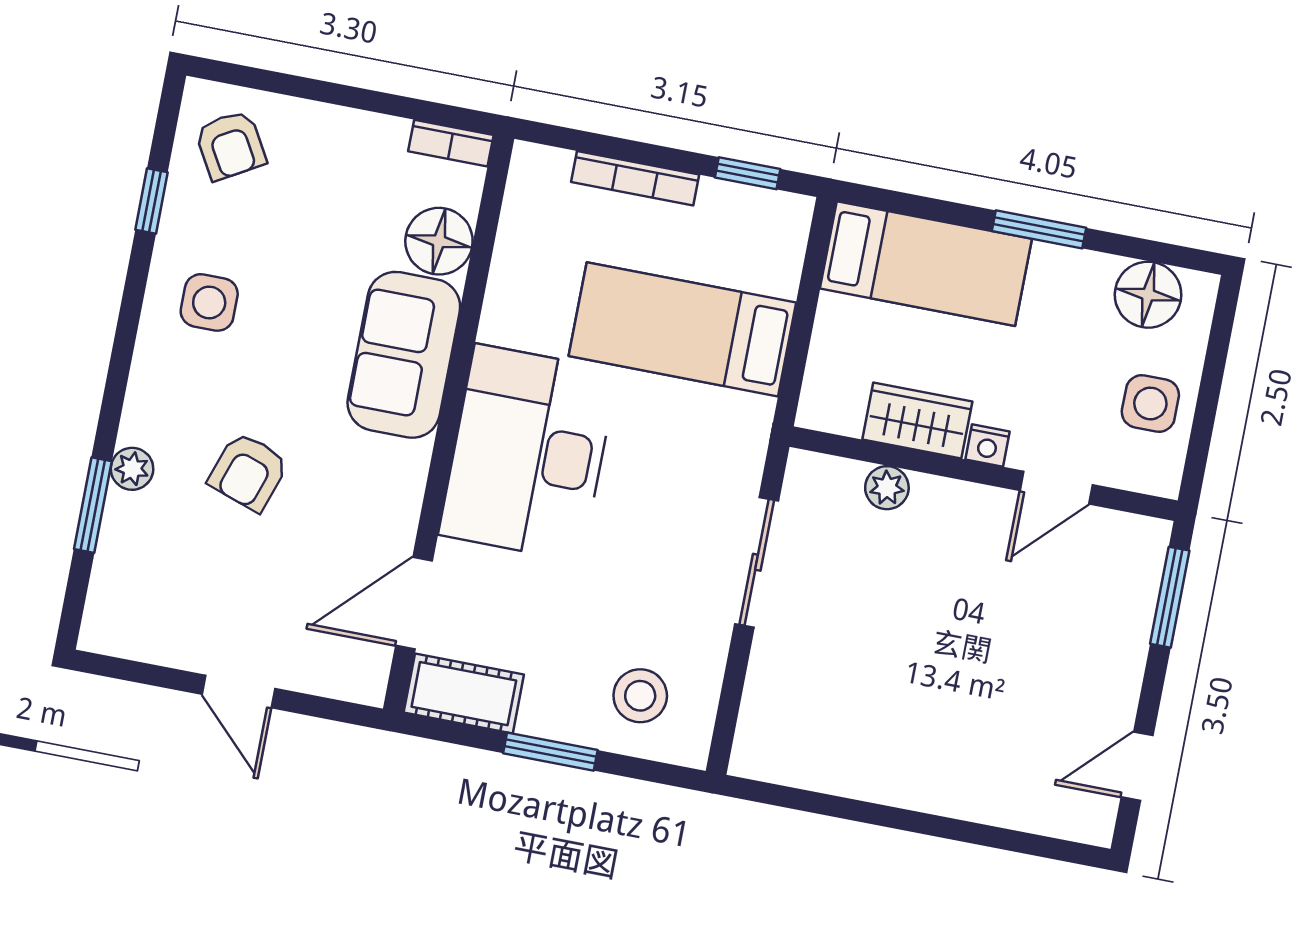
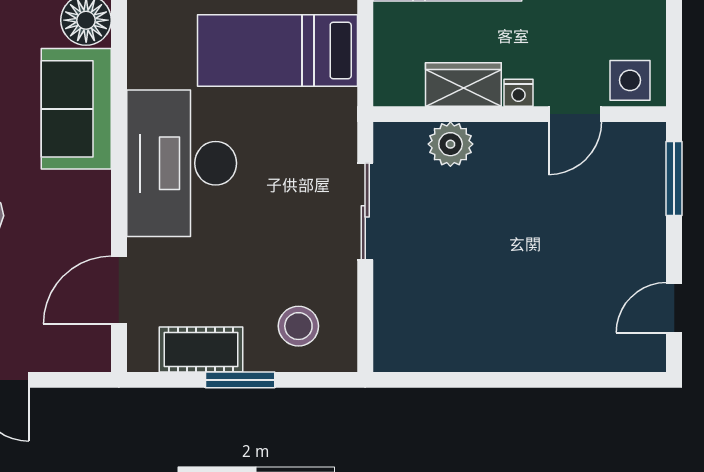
side table: (1150, 403) -> (630, 80), moved
plant: (887, 488) -> (450, 144), width x1.38, depth x1.38
cot: (464, 694) -> (201, 349), moved

